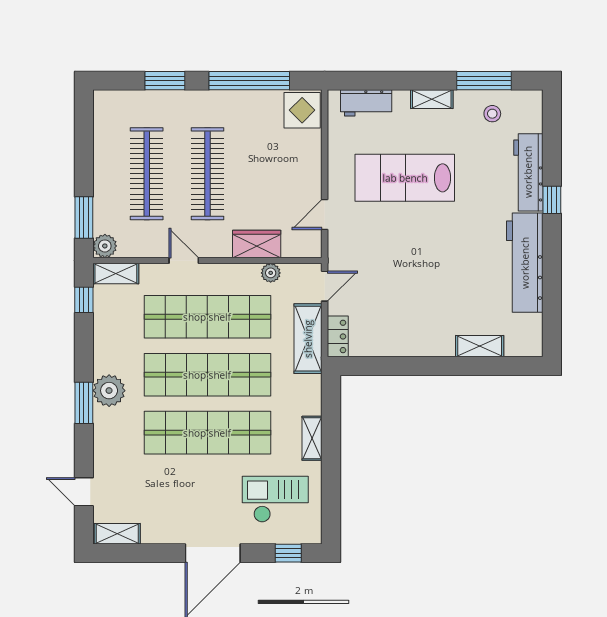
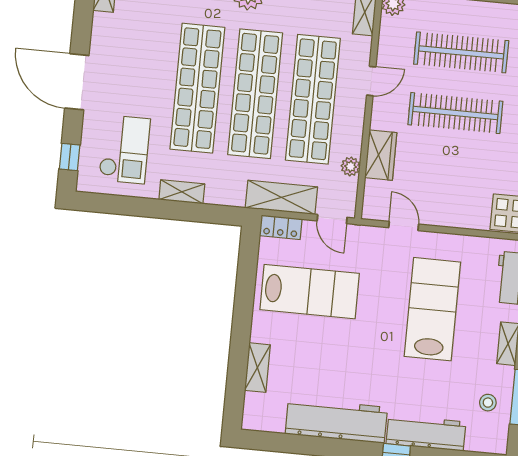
lab bench: (399, 302) -> (310, 292), added

